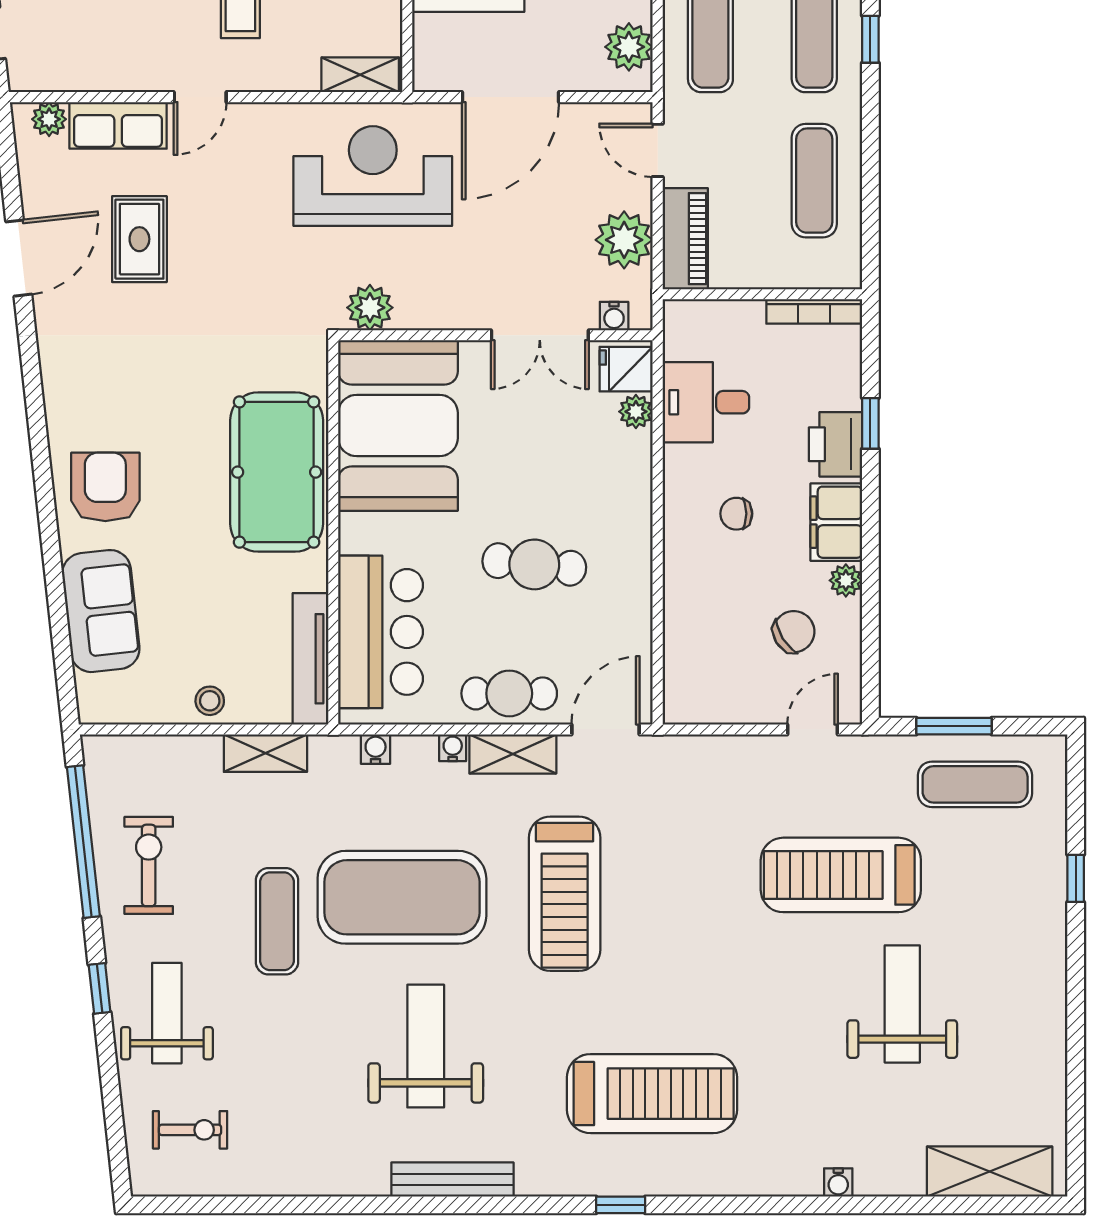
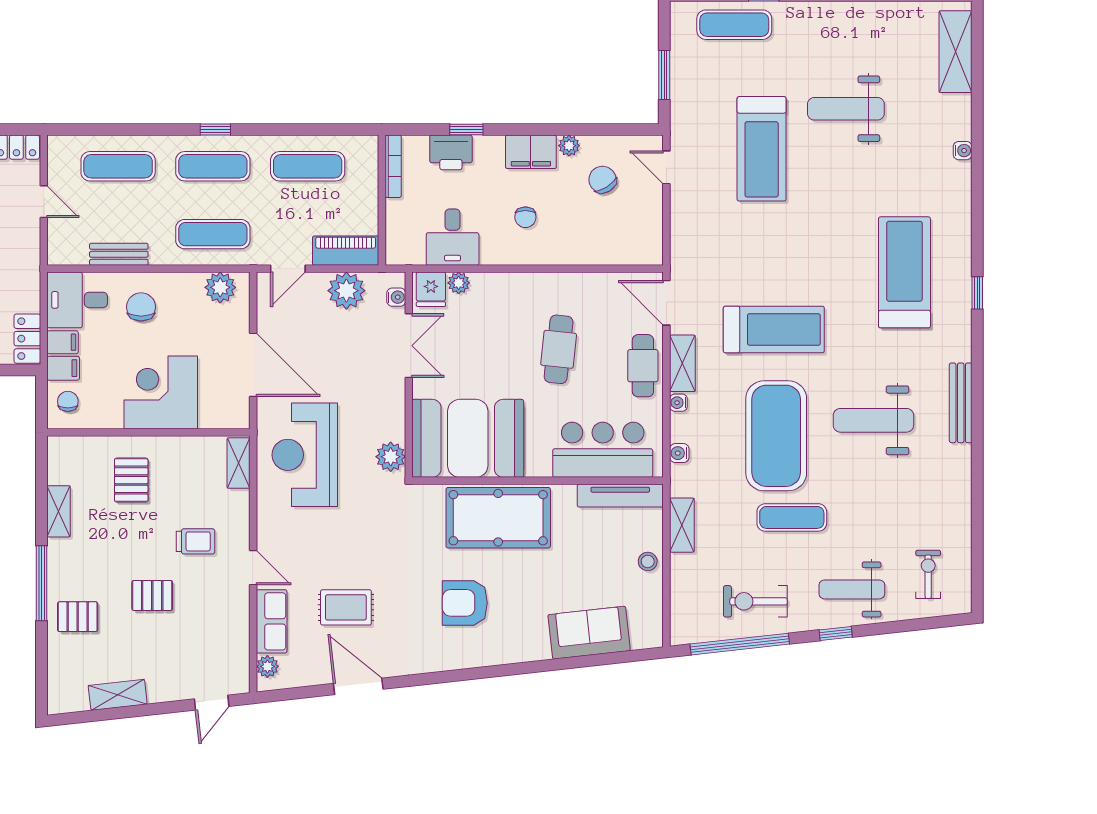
printer: (835, 444) -> (451, 152), moved
armchair: (105, 487) -> (465, 603), moved
exercise mat: (975, 784) -> (734, 25), moved, turned 90

